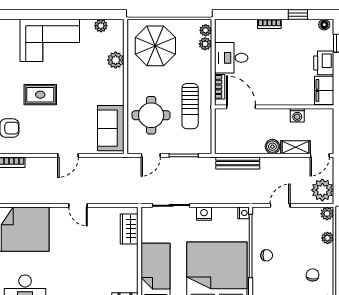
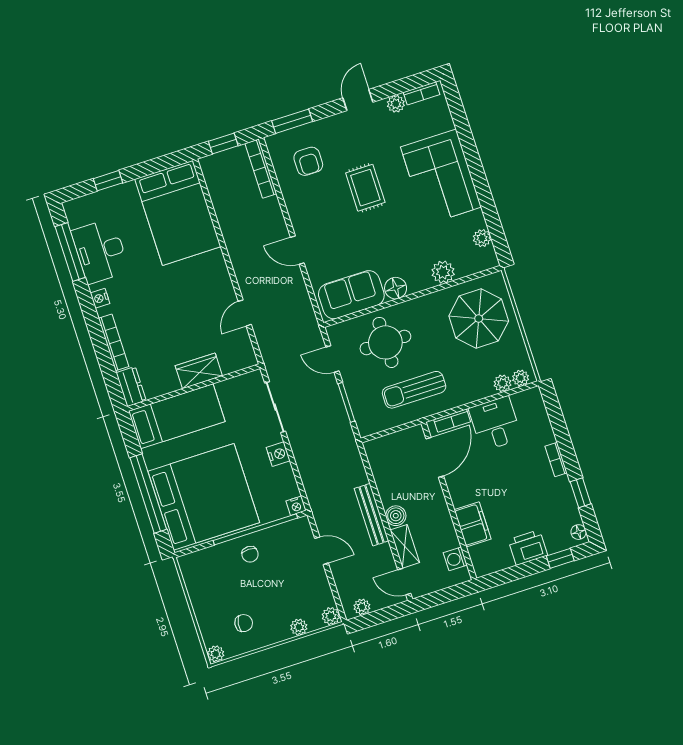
filing cabinet: (324, 90) -> (473, 524), moved, turned 90
floor lamp: (116, 96) -> (396, 288), added
washing machine: (297, 115) -> (455, 559), moved
bench: (238, 163) -> (372, 515), moved
plant: (322, 190) -> (362, 607), width x0.53, depth x0.53
door: (78, 205) -> (245, 313), moved
wardrobe: (129, 229) -> (199, 371), moved

